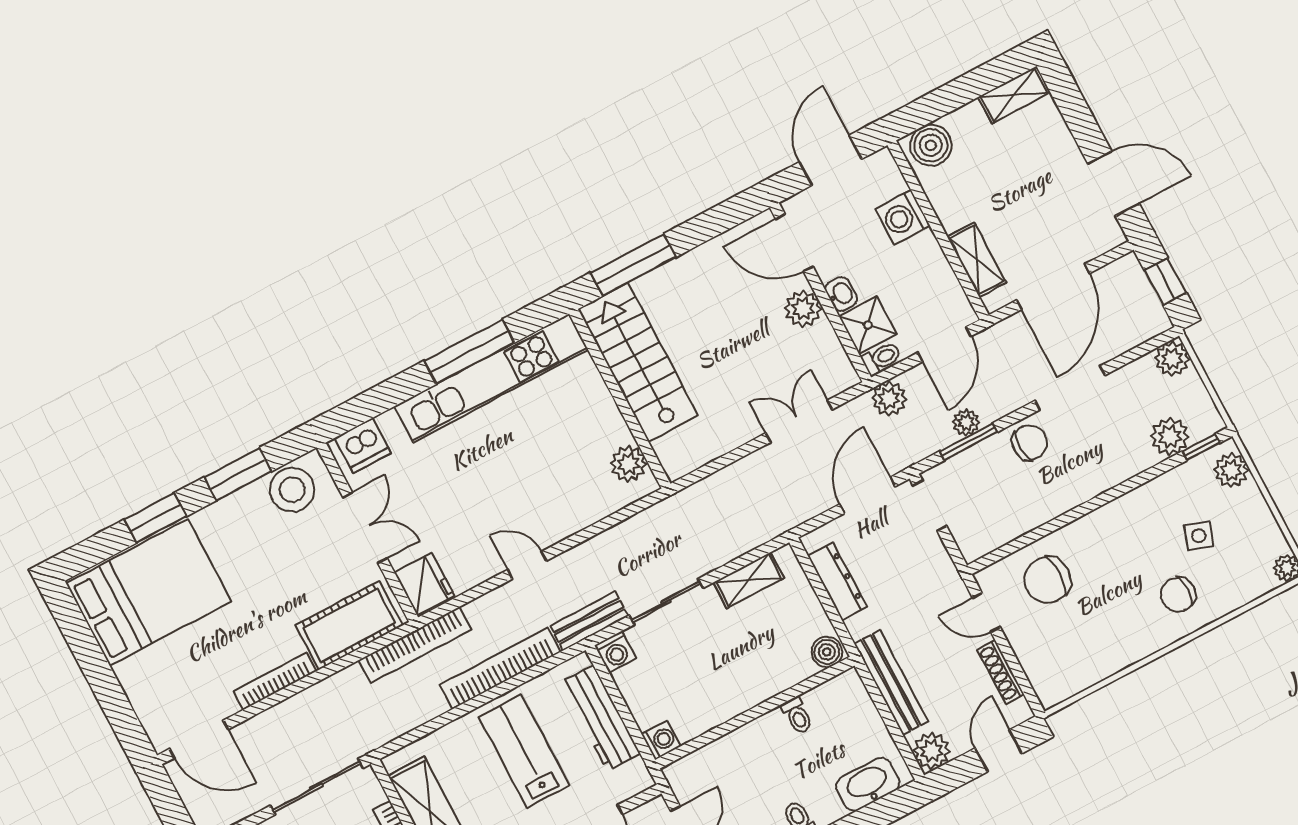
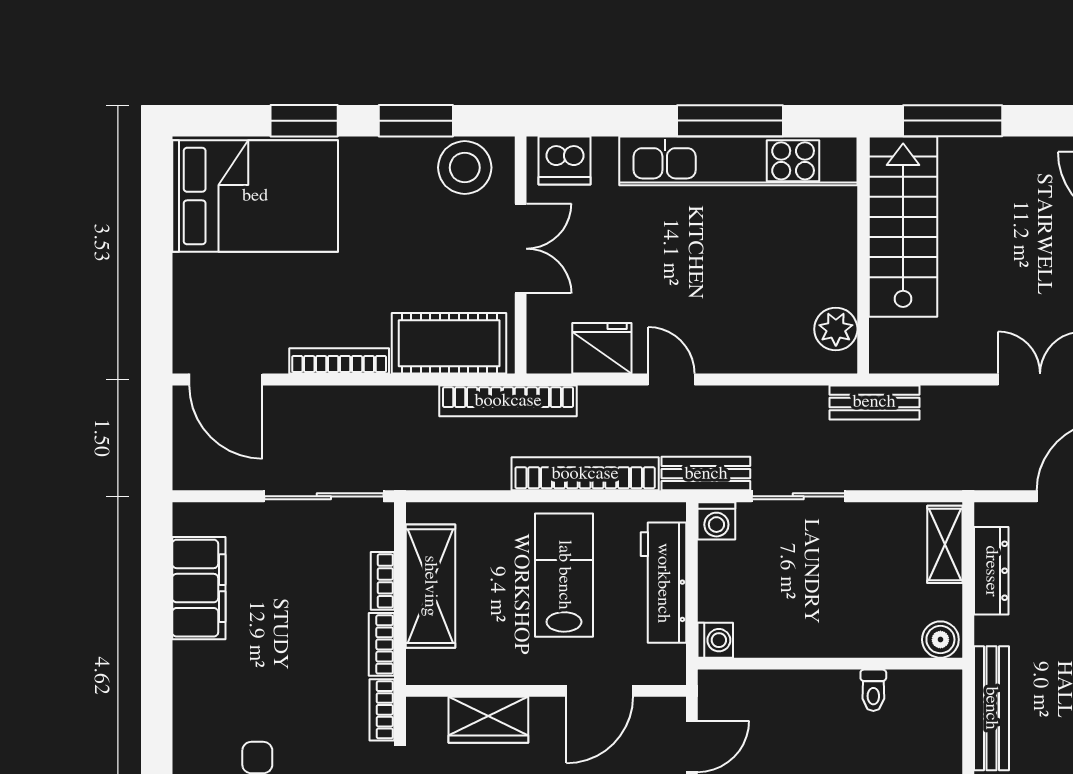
bench: (686, 503) -> (874, 402), added
shelving: (748, 580) -> (945, 544), moved, turned 90
fridge: (424, 584) -> (602, 348), moved, turned -90

